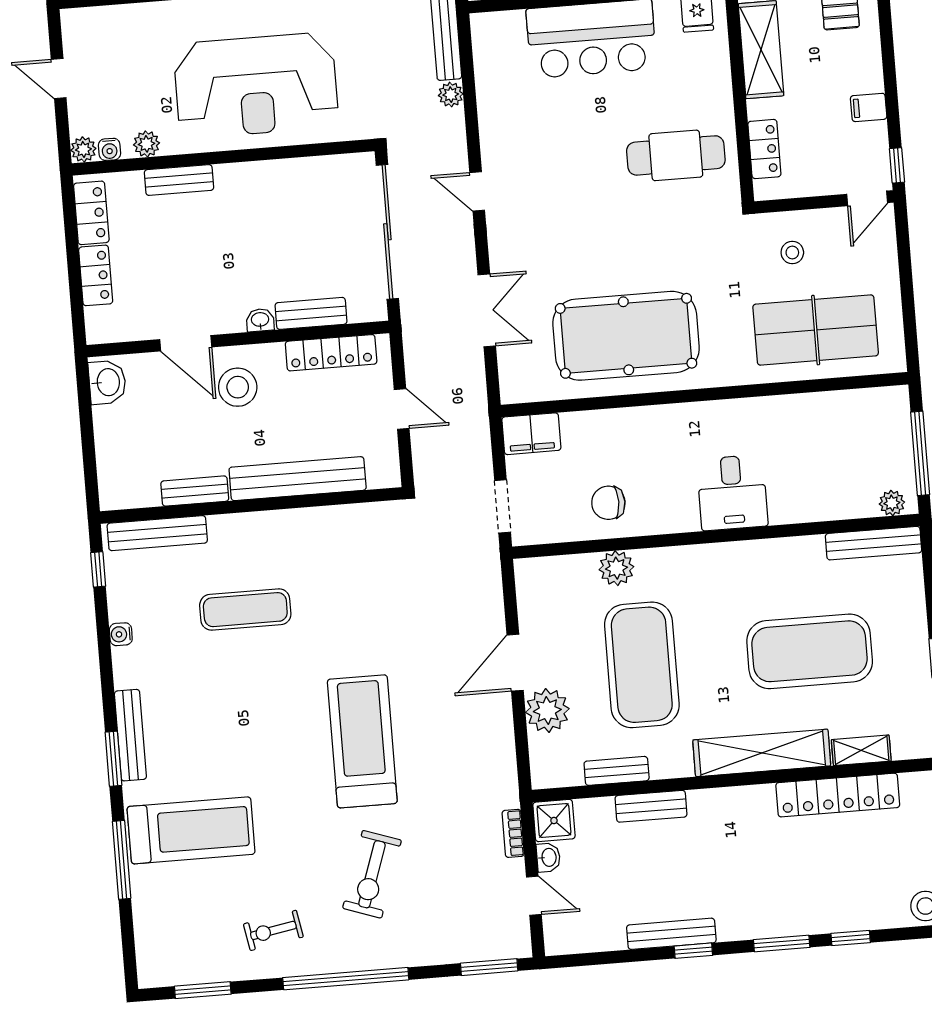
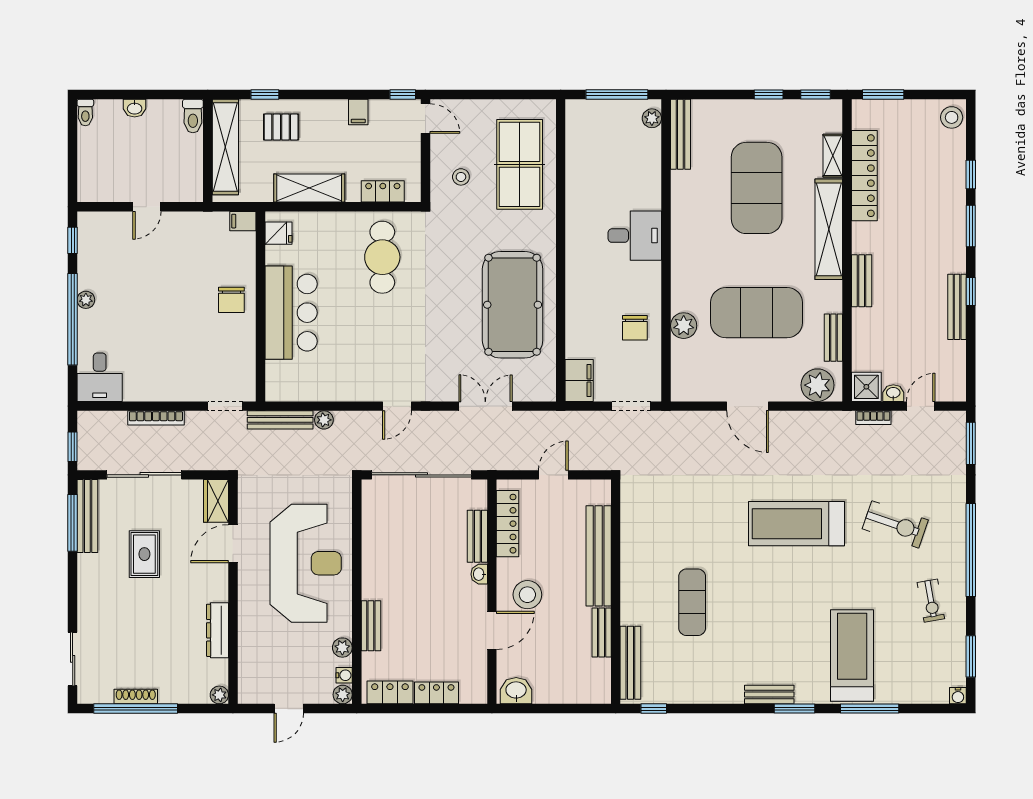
water cooler: (121, 634) -> (958, 696), moved
plant: (547, 711) -> (817, 385), moved
bench: (130, 735) -> (769, 695), width x0.73
bench: (651, 806) -> (862, 281), moved

